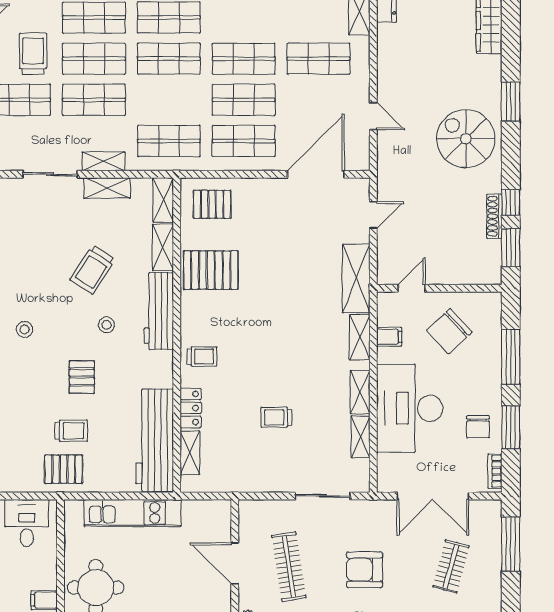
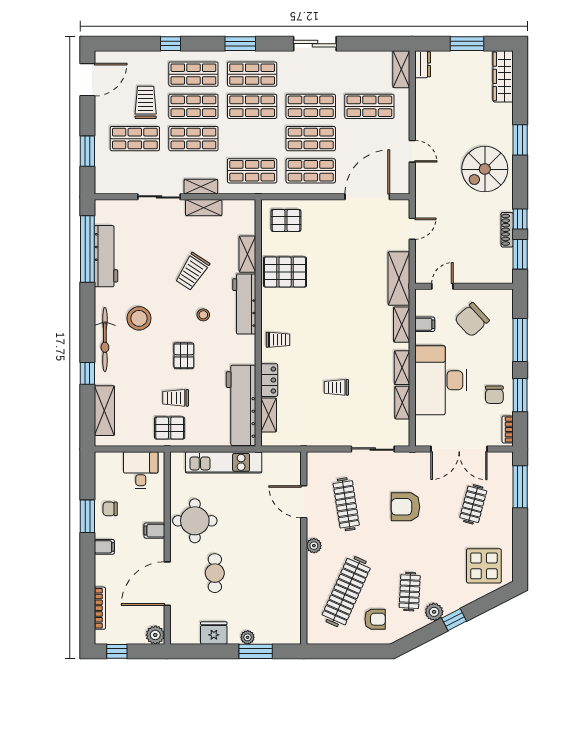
spiral stairs: (466, 139) -> (485, 169), turned -90
shelving: (163, 200) -> (248, 217), removed
stool: (25, 329) -> (139, 318), width x1.89, depth x1.89
trolley: (71, 431) -> (176, 398), turned 180

